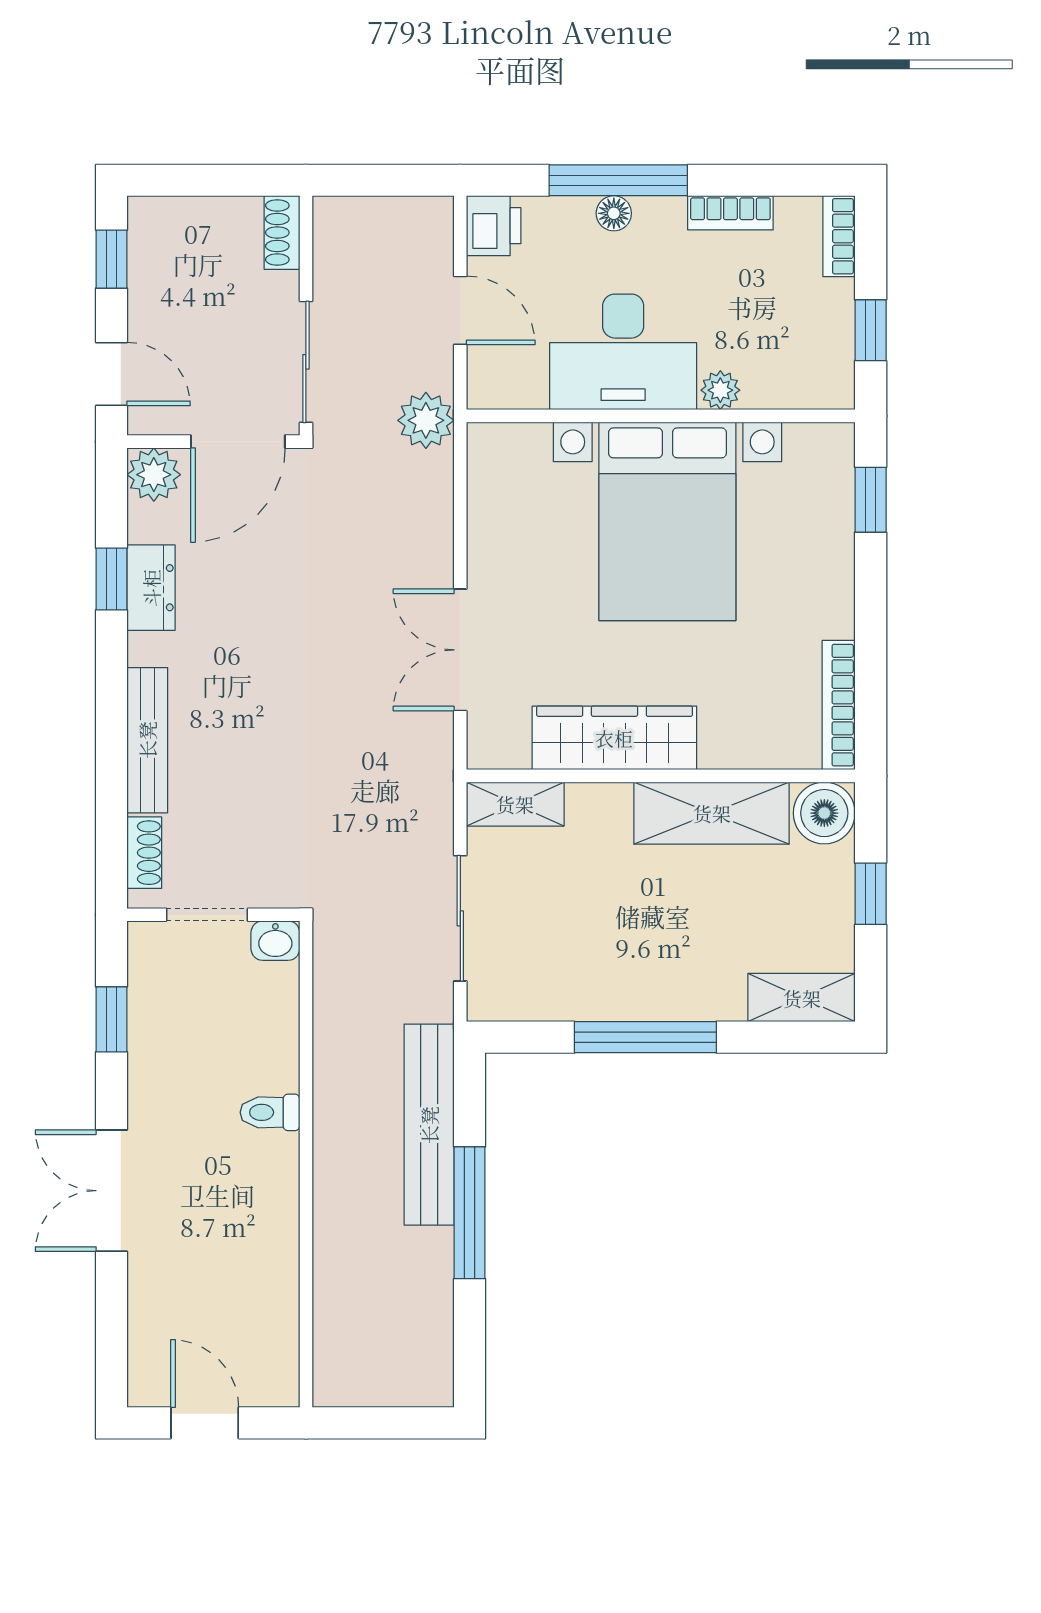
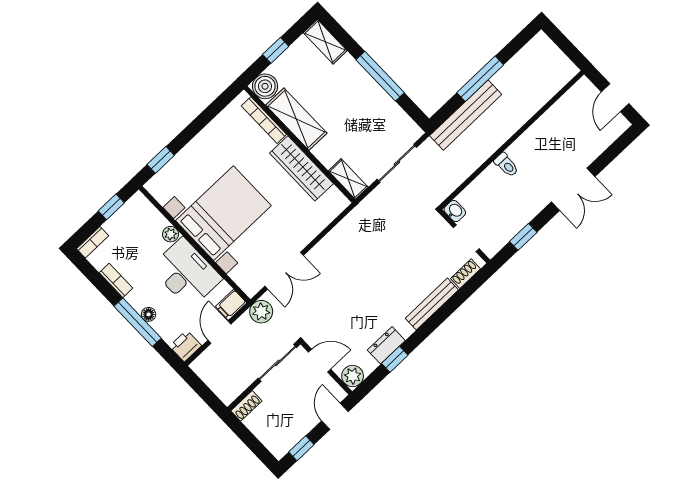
filing cabinet: (490, 378) -> (231, 305), added
door: (238, 442) -> (320, 361), width x0.73
double door: (460, 650) -> (284, 271), moved
bookcase: (839, 705) -> (264, 120), moved, turned 90

